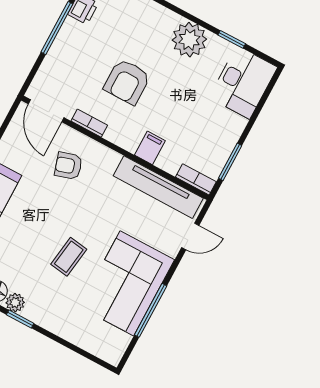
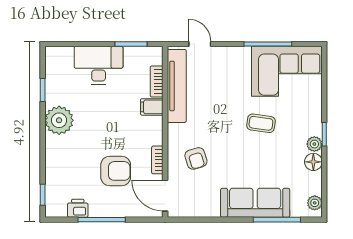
armchair: (127, 82) -> (116, 171), moved
desk: (243, 82) -> (99, 65), moved
door: (46, 111) -> (165, 196), swing flipped
bookcase: (196, 179) -> (157, 81), moved
corner sofa: (127, 283) -> (287, 71), moved

